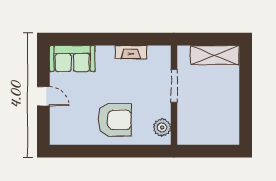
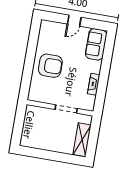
armchair: (115, 120) -> (50, 66), turned -90
plant: (162, 127) -> (40, 96), removed

